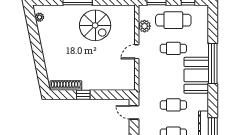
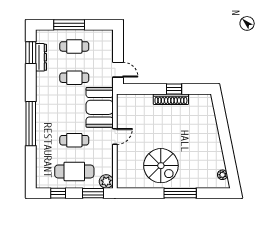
spiral stairs: (95, 25) -> (161, 166), turned 180
plant: (145, 26) -> (106, 181), moved
booth: (196, 75) -> (100, 107), moved
shoe rack: (66, 85) -> (171, 99), moved

